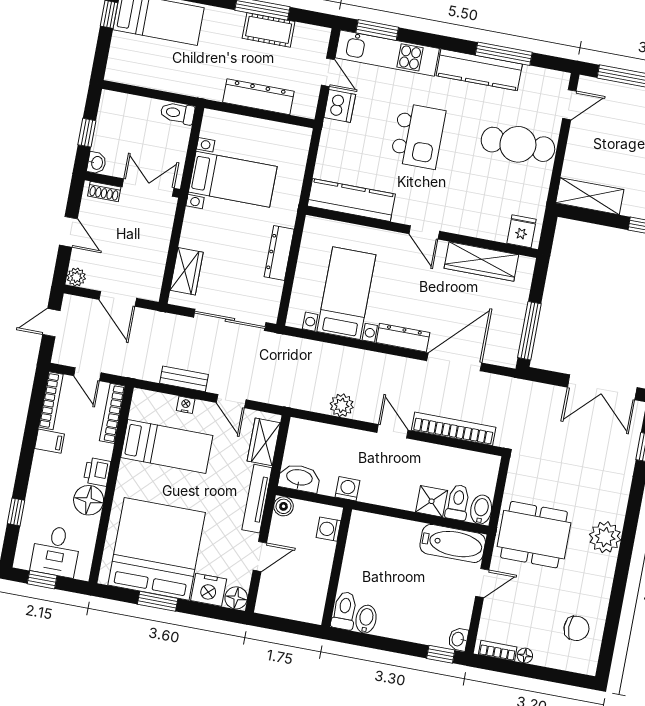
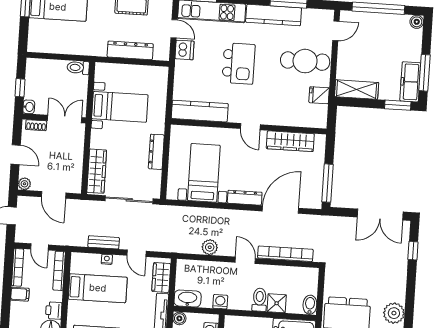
fridge: (521, 231) -> (319, 95), moved, turned -90
wardrobe: (187, 271) -> (97, 171), width x1.50
toilet: (458, 502) -> (259, 300), moved

